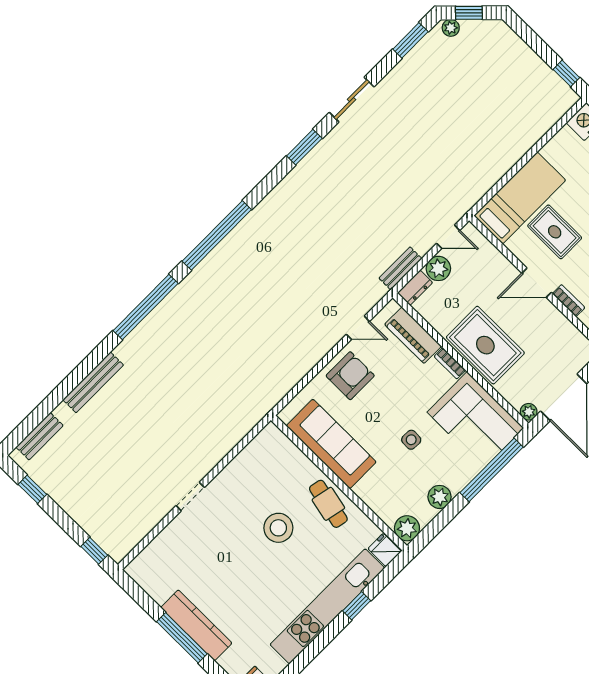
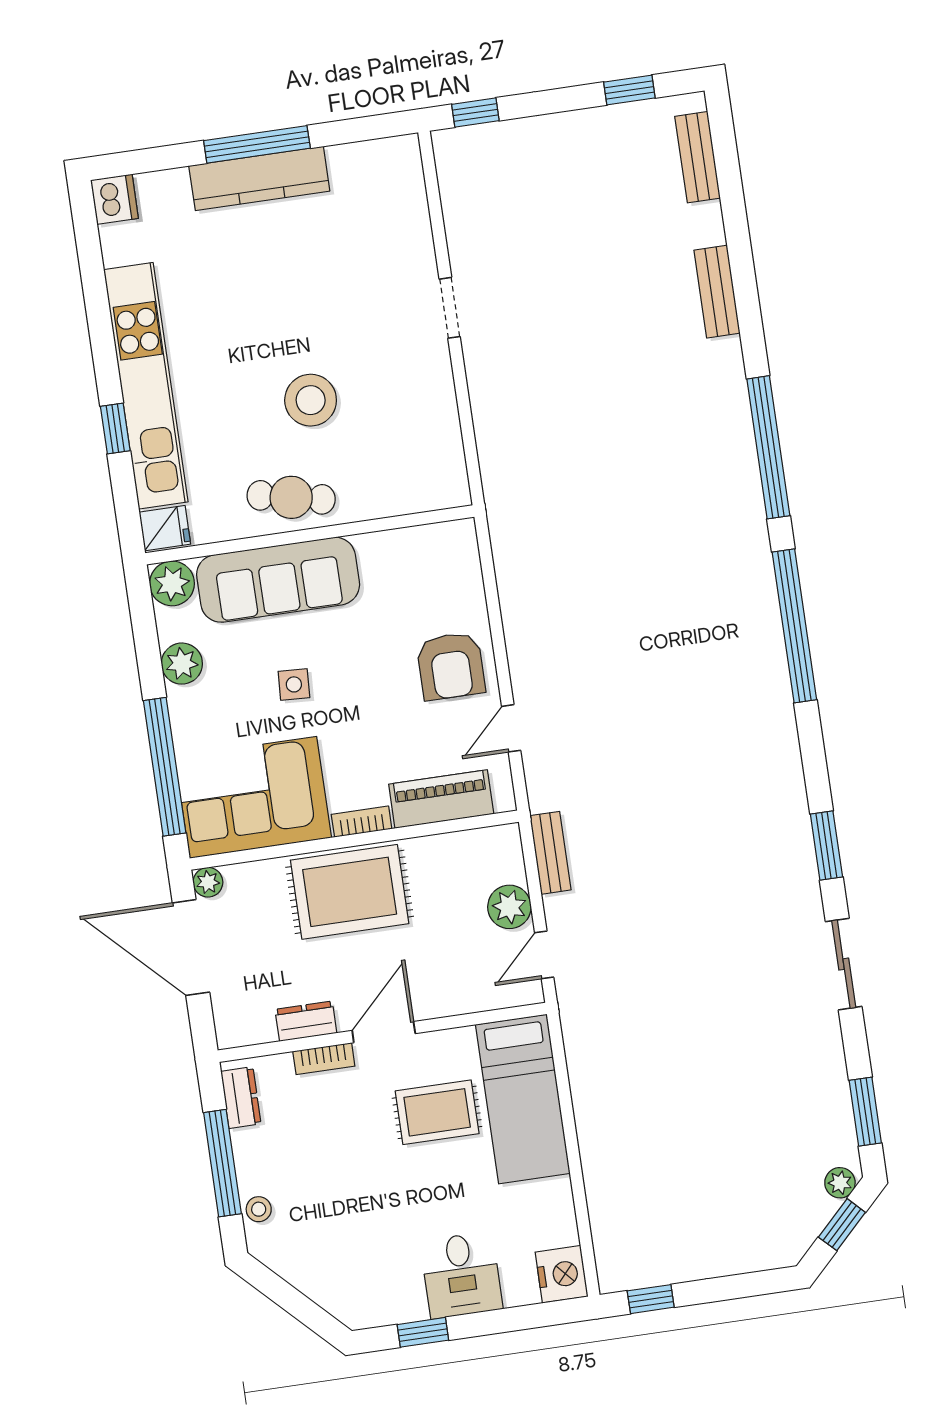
dresser: (415, 288) -> (306, 1021), moved, turned 90
bench: (93, 382) -> (717, 292), width x0.73
sofa: (331, 444) -> (278, 580), moved

